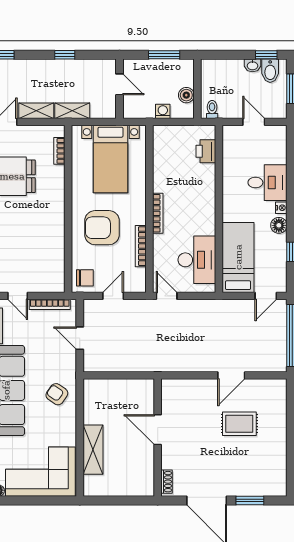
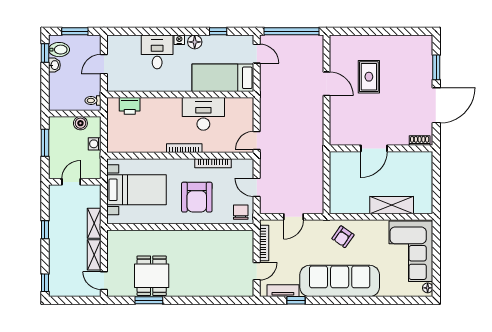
bookcase: (59, 151) -> (129, 235), removed
desk: (197, 260) -> (203, 114), moved

